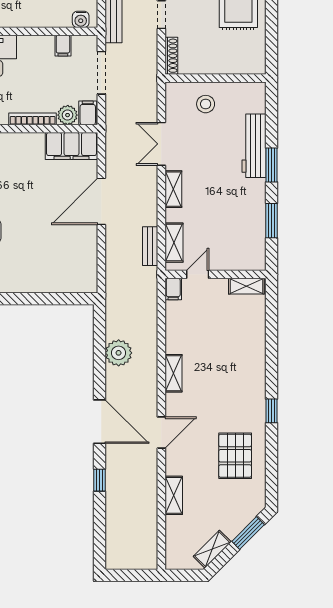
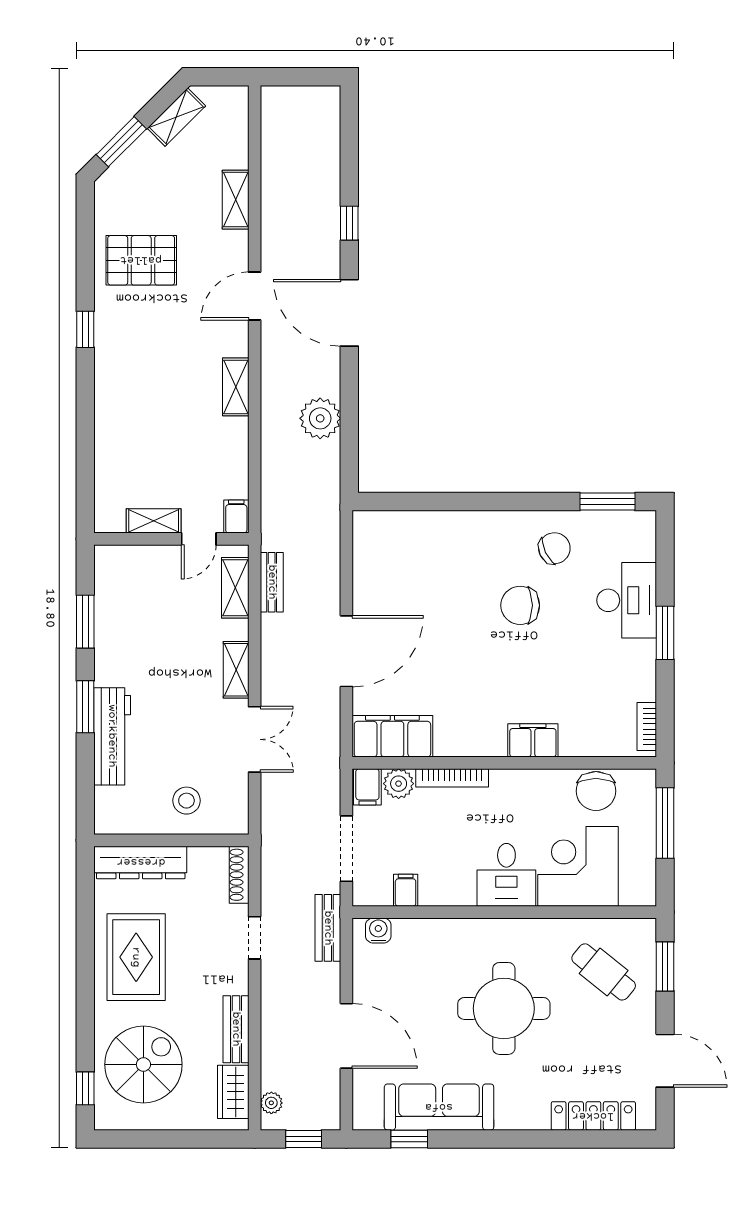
dresser: (235, 64) -> (141, 862), added
shelving: (246, 286) -> (154, 521), moved
pallet: (235, 456) -> (141, 260), turned 90

